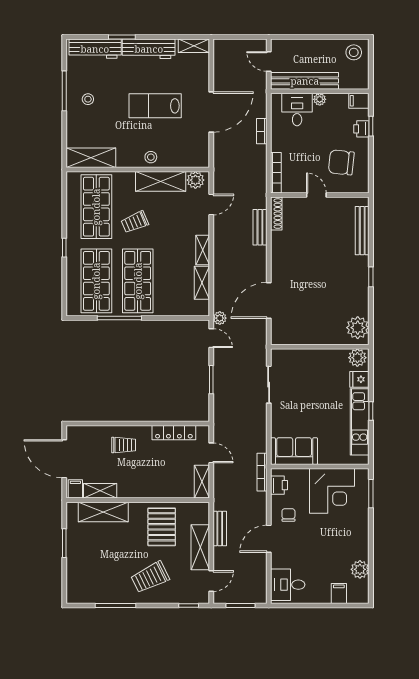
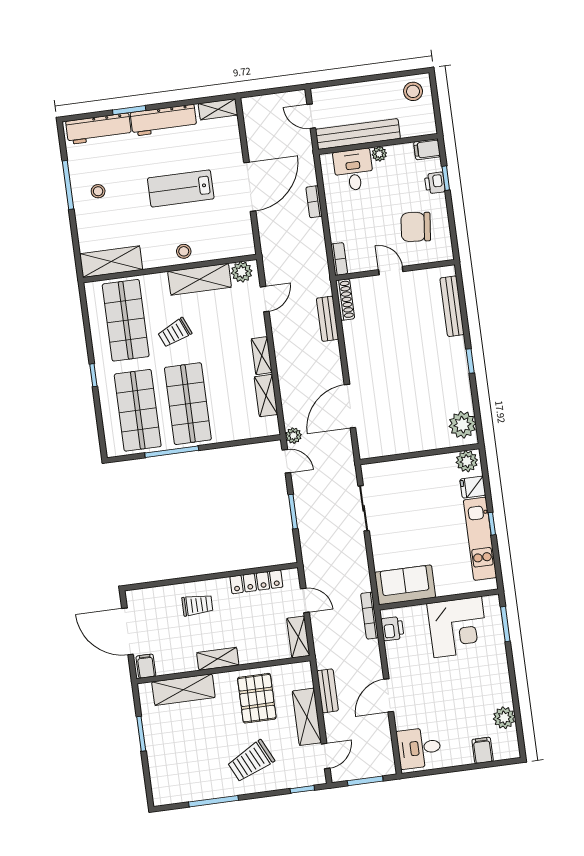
bookcase: (276, 173) -> (339, 259), width x0.64
shelving: (100, 491) -> (218, 659), moved
chair: (288, 515) -> (409, 663), removed

